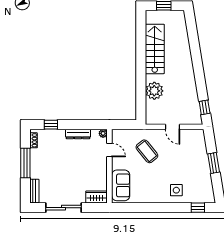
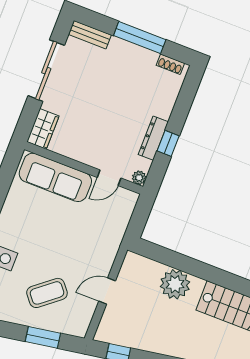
window: (51, 125) -> (168, 143), moved
coffee table: (147, 151) -> (47, 293), moved
window: (214, 163) -> (43, 337), moved
sofa: (121, 185) -> (55, 177), width x1.36

